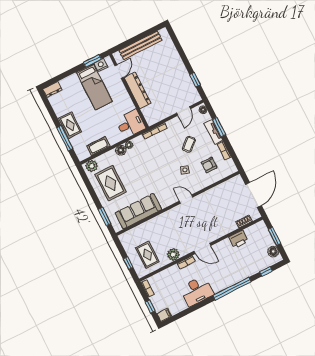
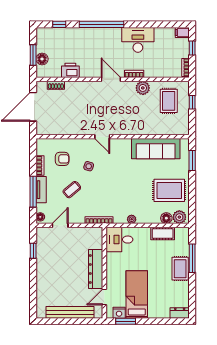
window: (219, 127) -> (33, 192), width x1.44
floor lamp: (121, 150) -> (166, 218), moved
rug: (111, 183) -> (169, 190), turned 90
floor lamp: (273, 252) -> (42, 59), moved

